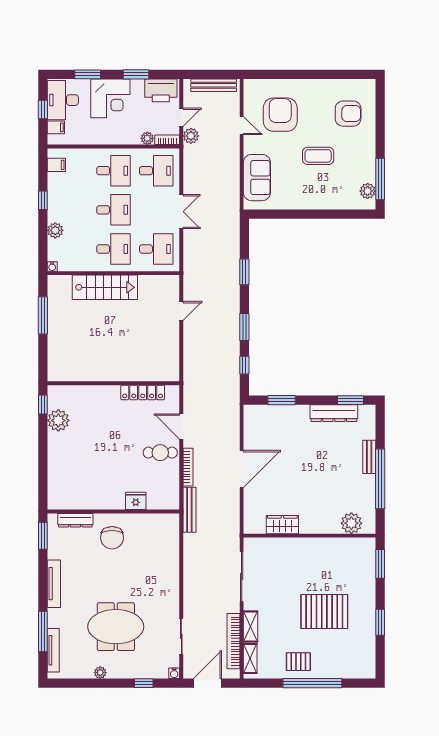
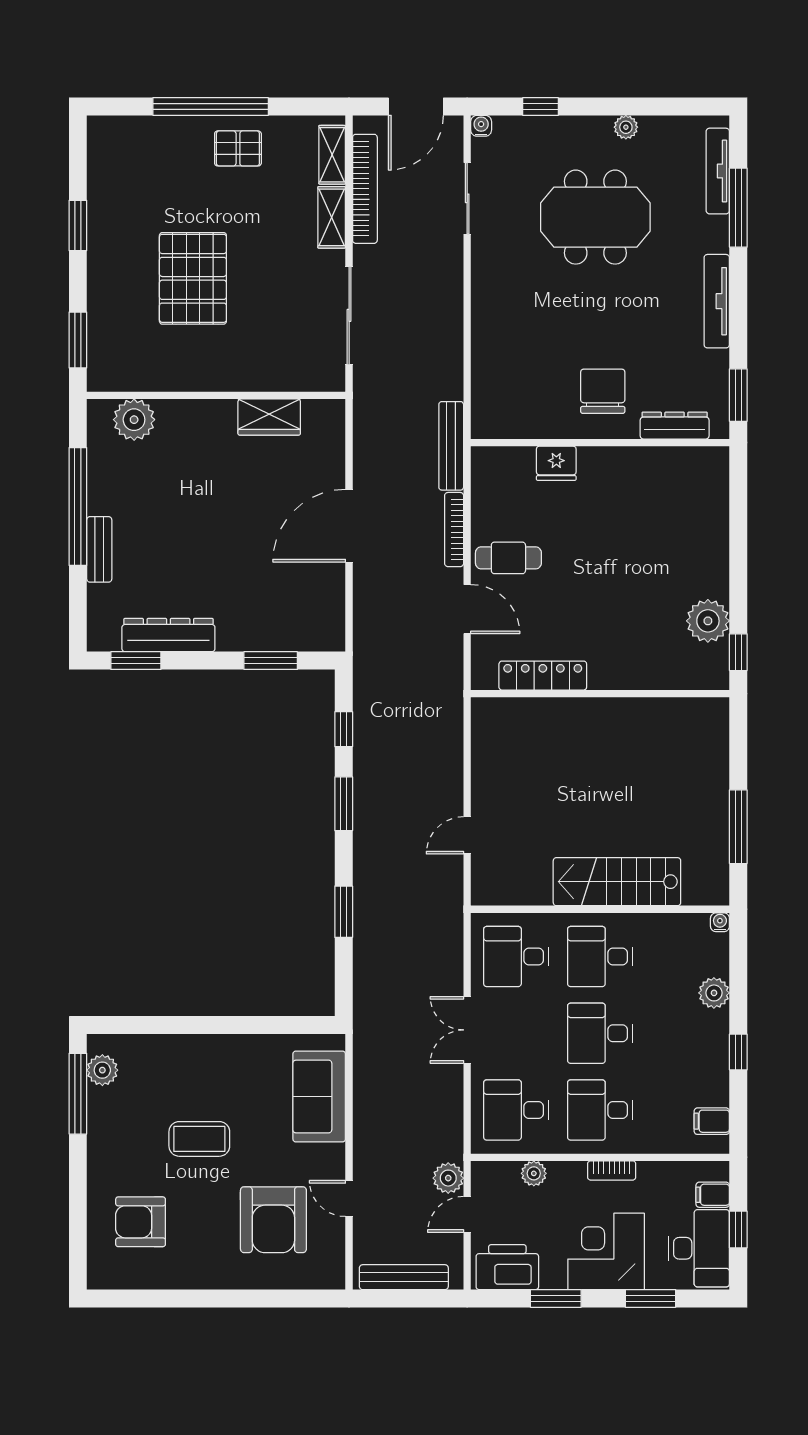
bookcase: (167, 140) -> (612, 1170), moved
pallet: (324, 612) -> (193, 278), moved, turned 90

